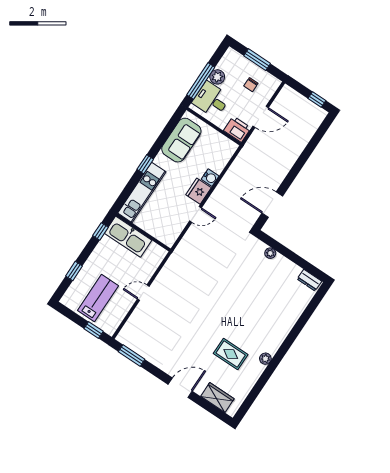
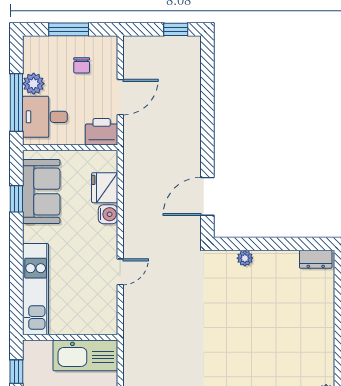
window: (145, 164) -> (16, 199), moved
fridge: (198, 191) -> (105, 188), moved
kitchen sink: (128, 237) -> (85, 355), moved

